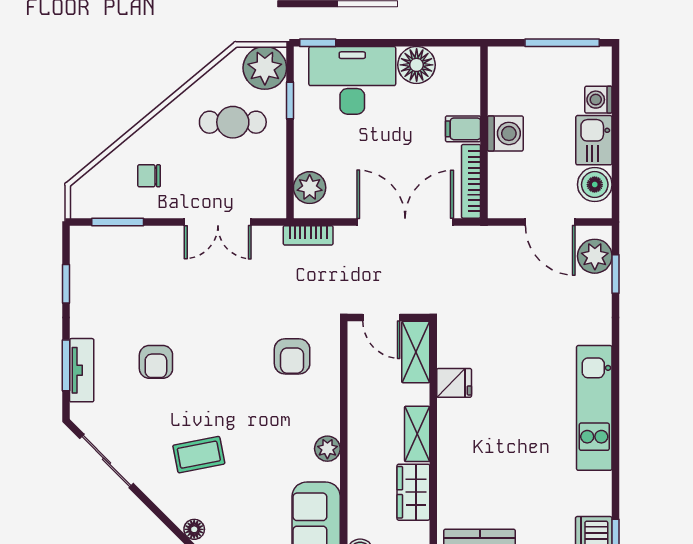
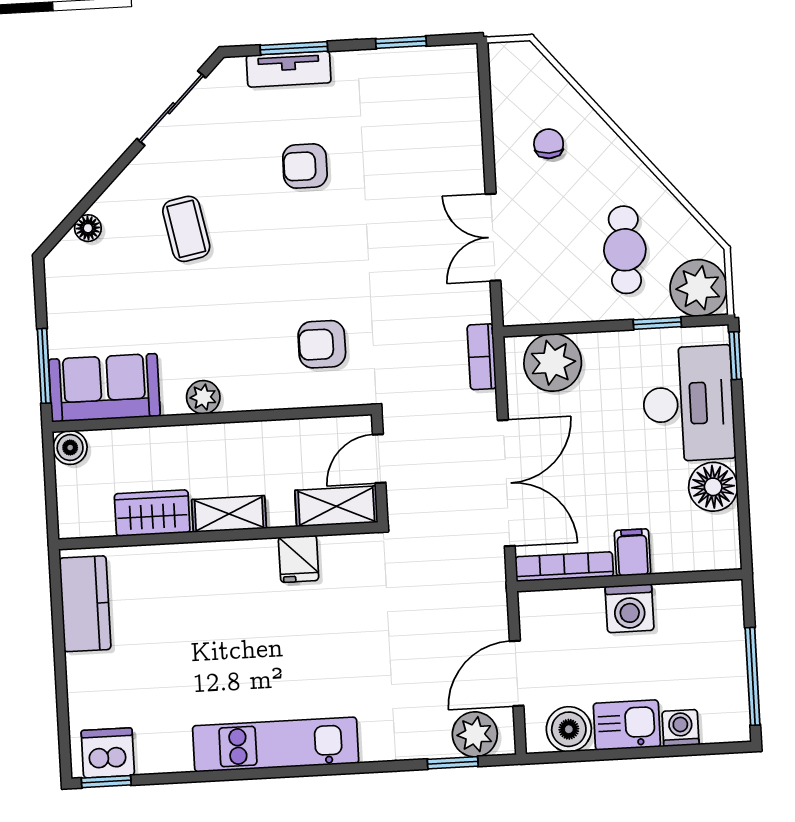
plant: (310, 188) -> (553, 362), width x1.36, depth x1.36
window: (118, 222) -> (486, 106), removed

